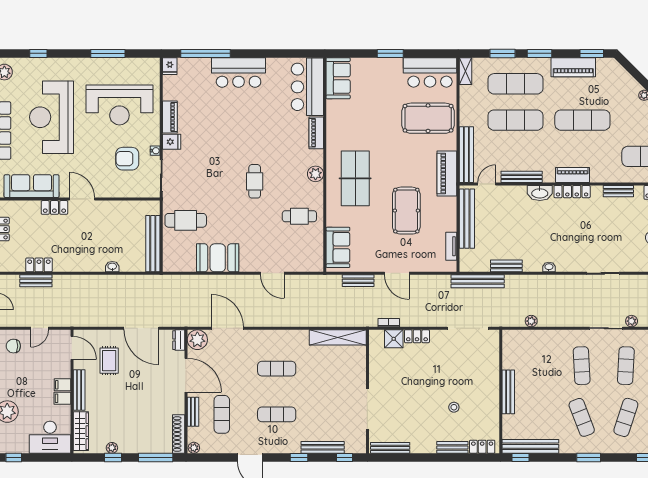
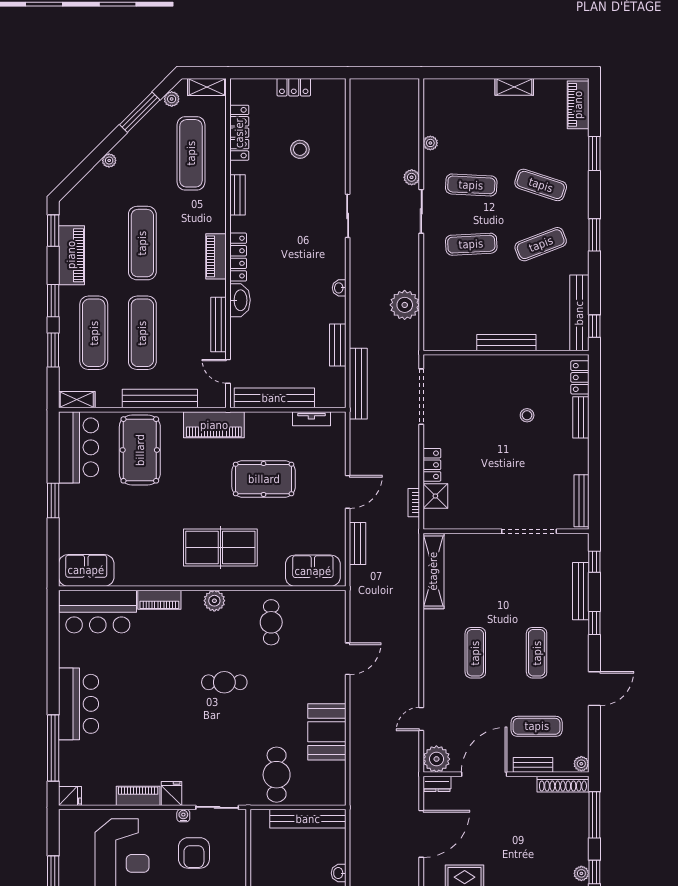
bench: (466, 155) -> (160, 399), moved
plant: (531, 321) -> (405, 305), width x1.88, depth x1.88
door: (227, 328) -> (421, 719), width x0.53

